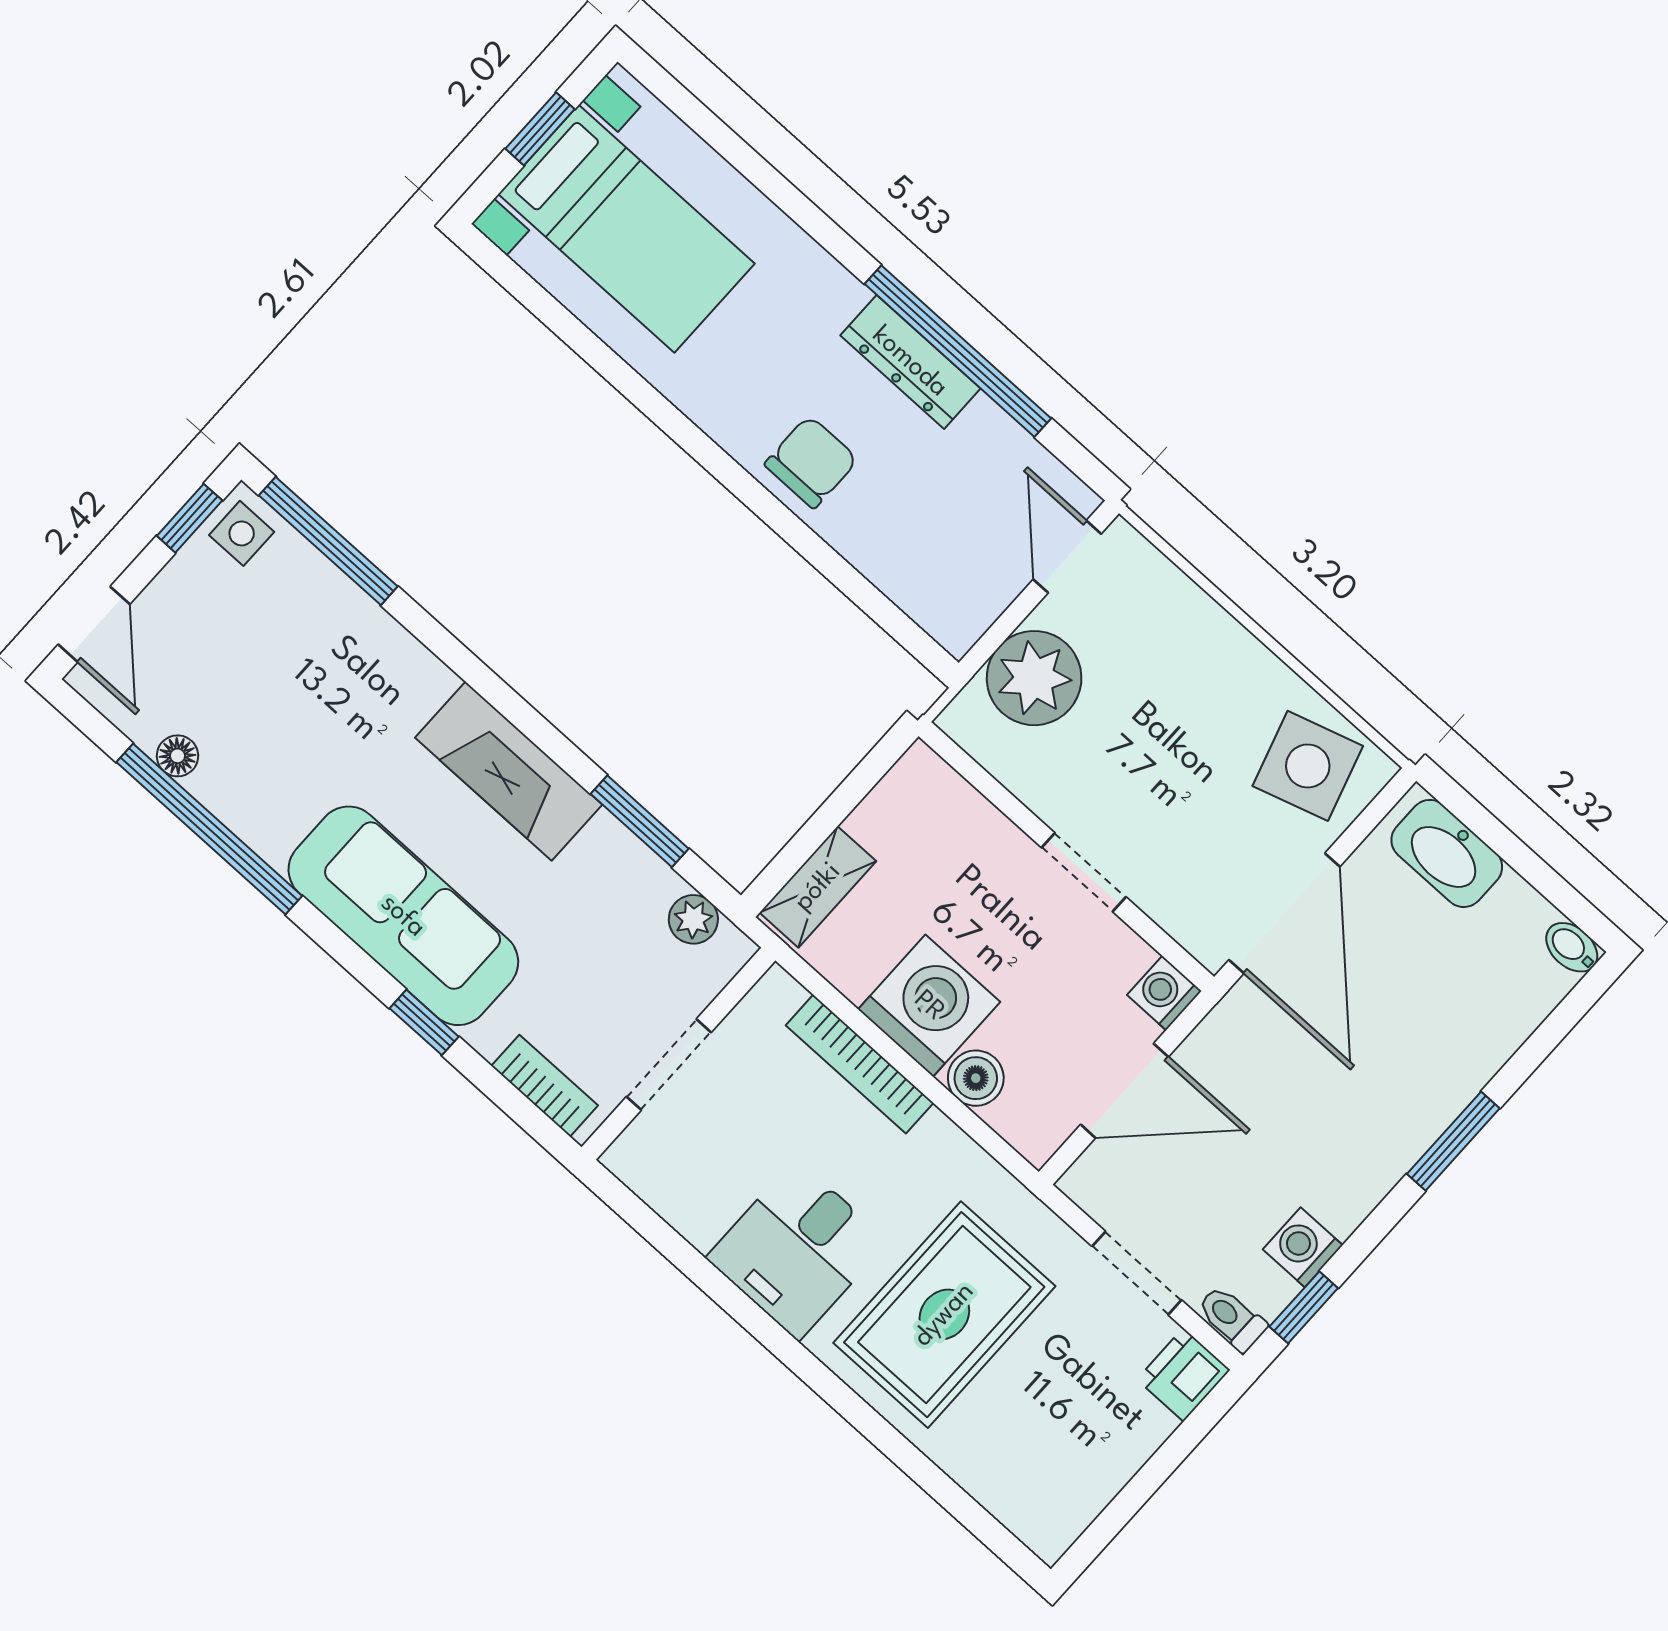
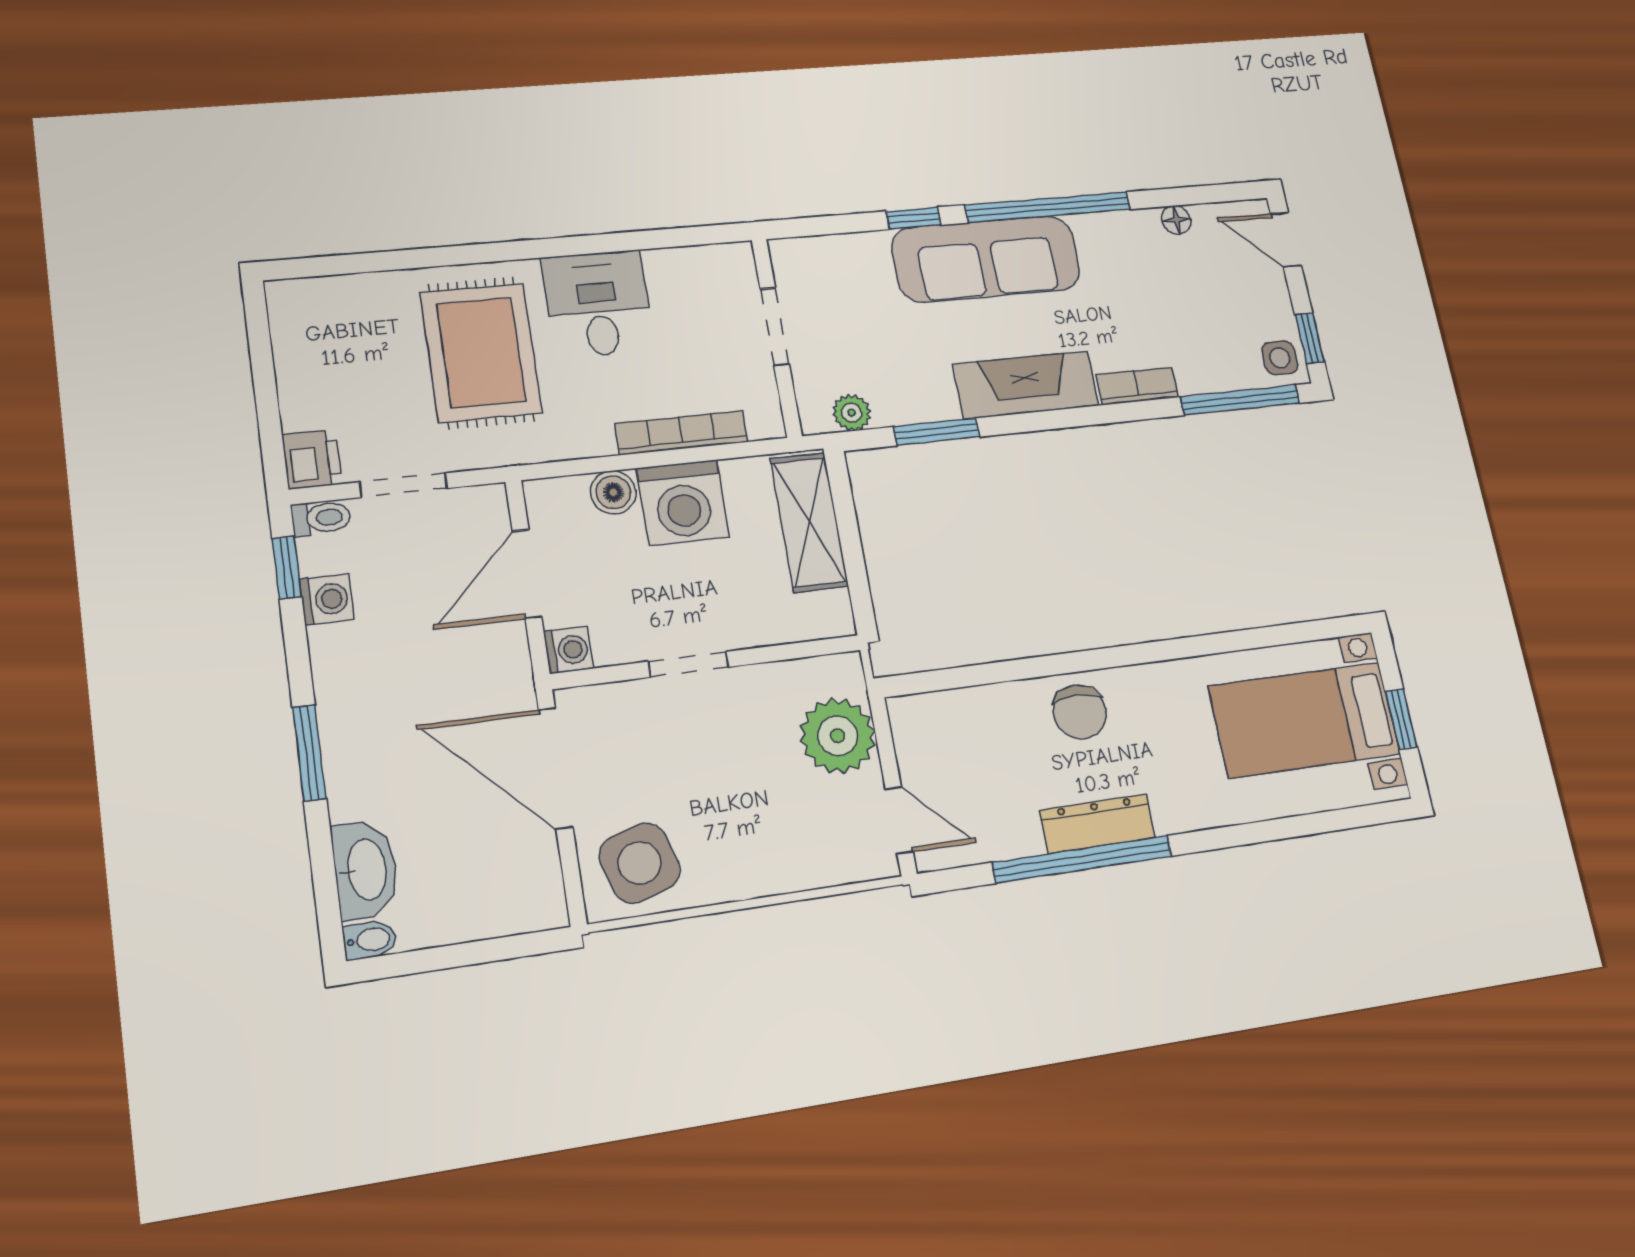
window: (209, 829) -> (1048, 207), moved
washbasin: (1447, 853) -> (365, 870), moved, turned 90
shelving: (818, 887) -> (809, 522), width x1.50, depth x1.33
bookcase: (545, 1086) -> (1137, 386), moved, turned 180

